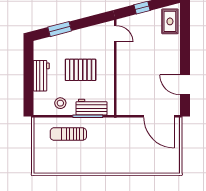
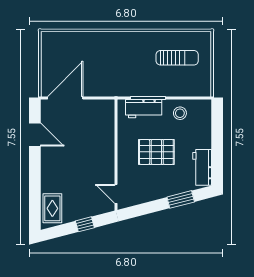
workbench: (41, 76) -> (202, 167), moved
door: (159, 116) -> (65, 98), hinge flipped
sun lounger: (68, 134) -> (177, 58), moved

